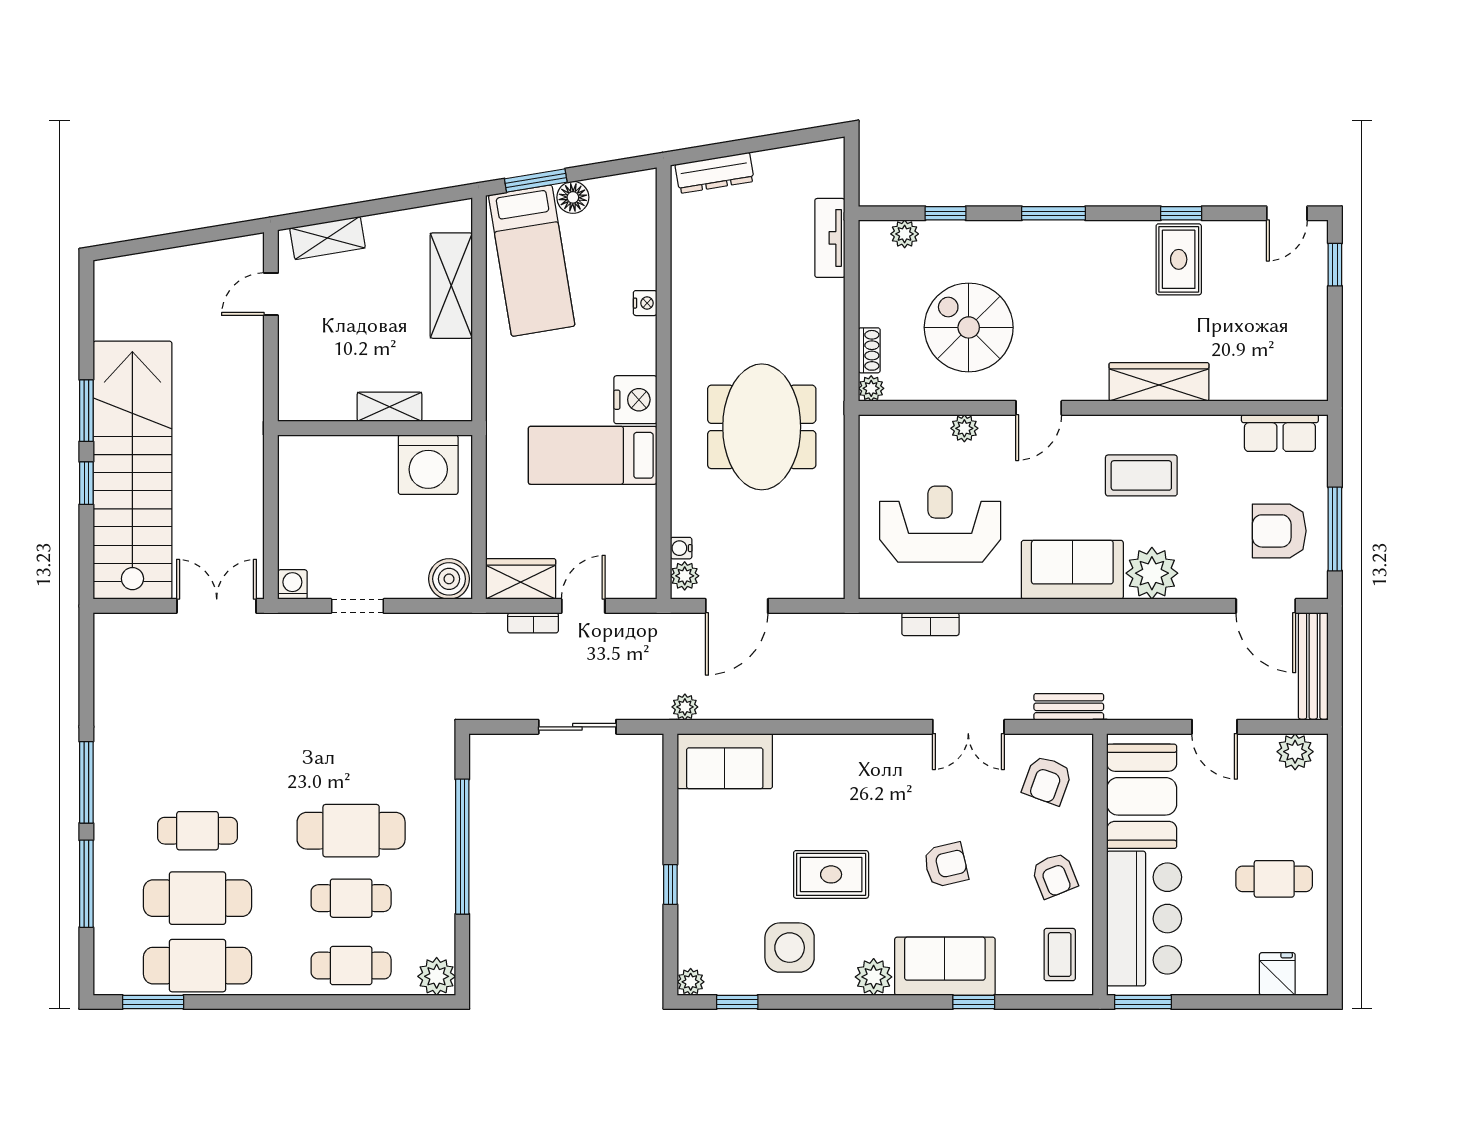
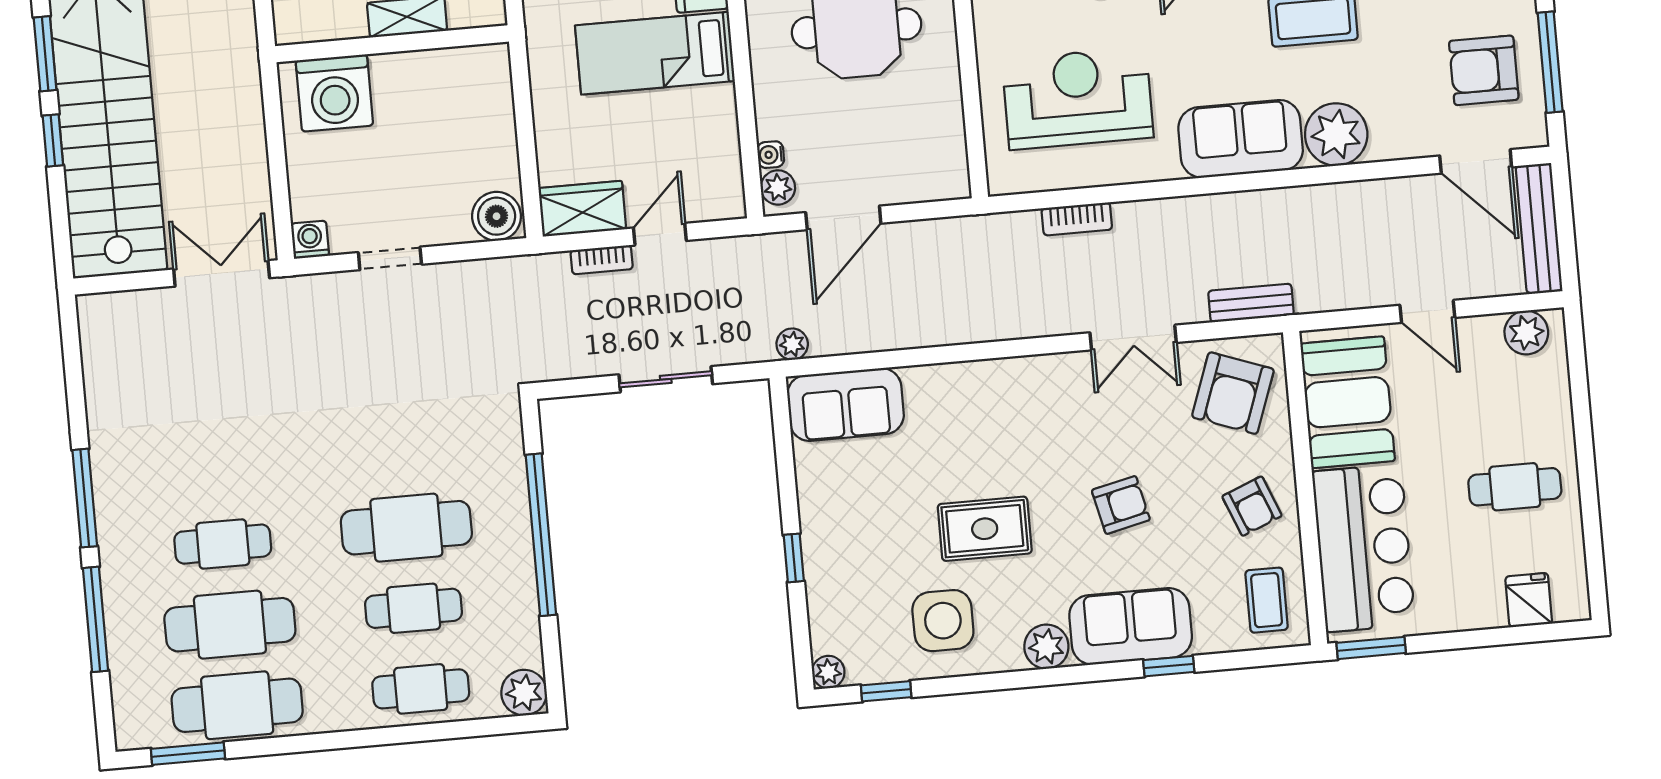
washing machine: (428, 465) -> (334, 93), moved
armchair: (1047, 780) -> (1233, 393), width x1.38, depth x1.38

